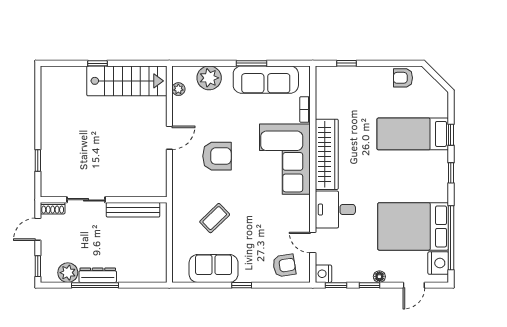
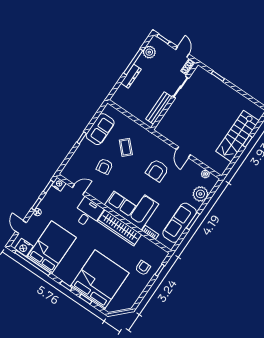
armchair: (403, 78) -> (143, 268), moved
stairs: (127, 81) -> (237, 136), moved
bed: (413, 134) -> (100, 280), width x2.04
armchair: (284, 265) -> (105, 166), moved
dresser: (98, 275) -> (131, 76), moved

